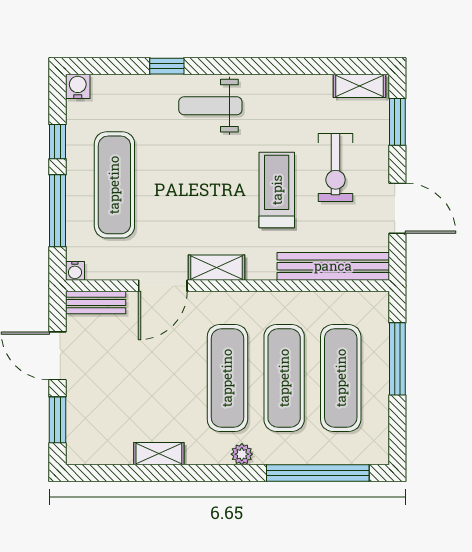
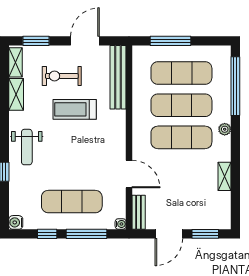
exercise bike: (336, 167) -> (62, 76), turned 180
shelving: (217, 268) -> (16, 94), moved

